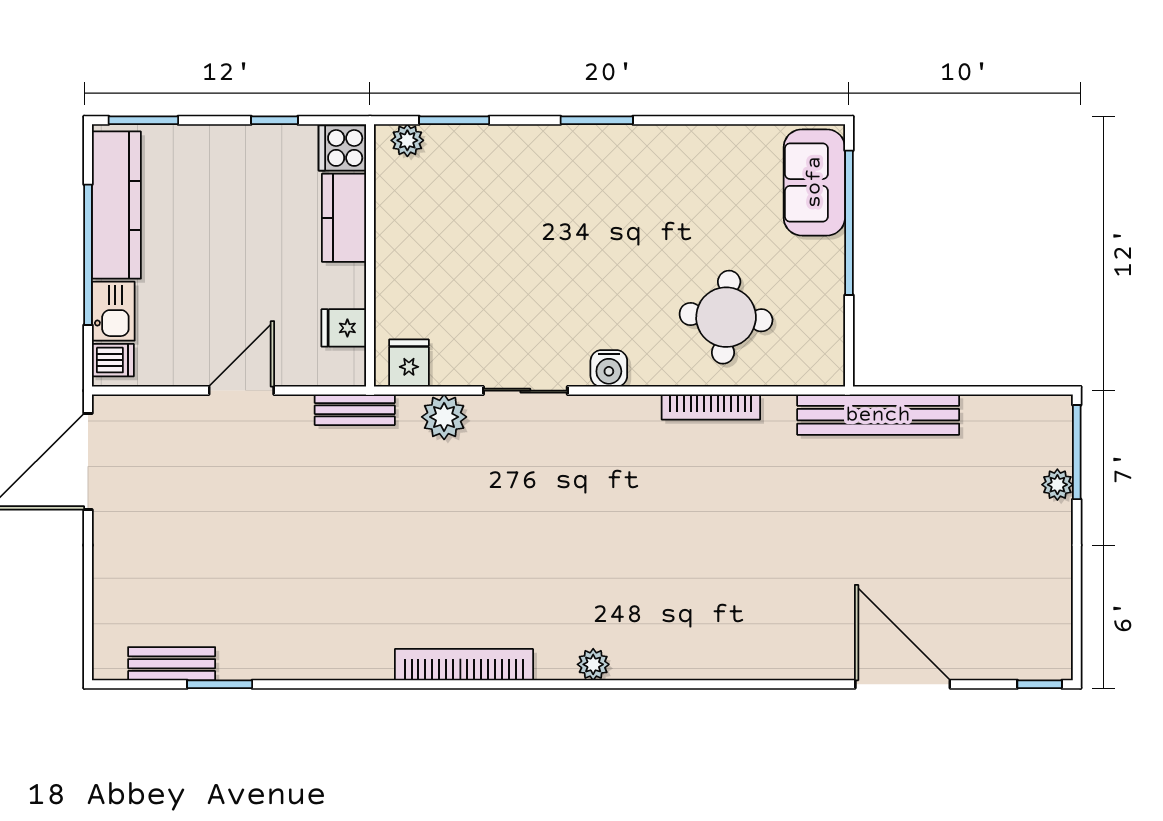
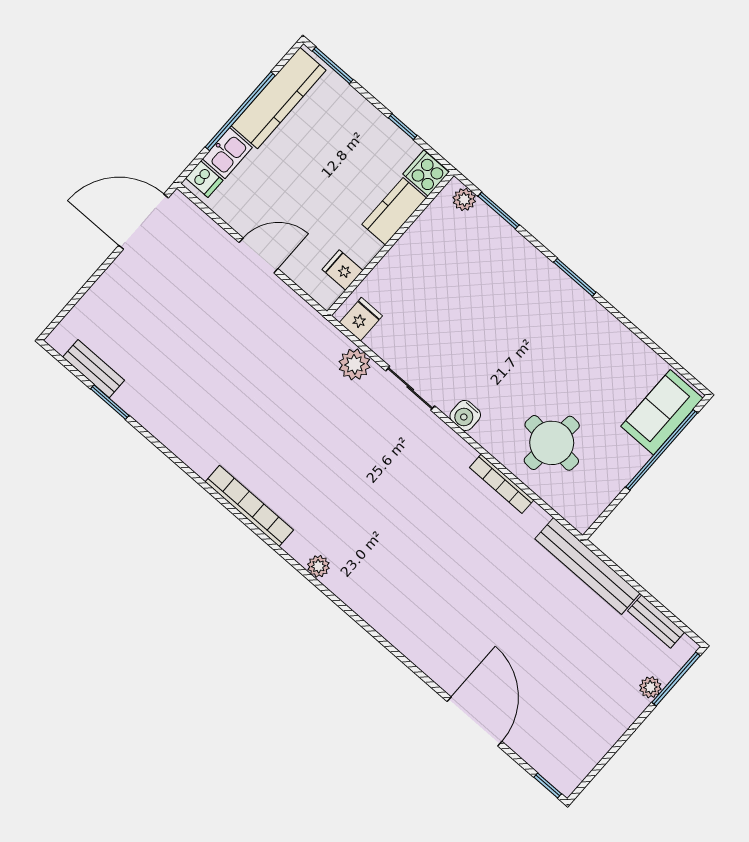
bench: (355, 410) -> (656, 622), moved

